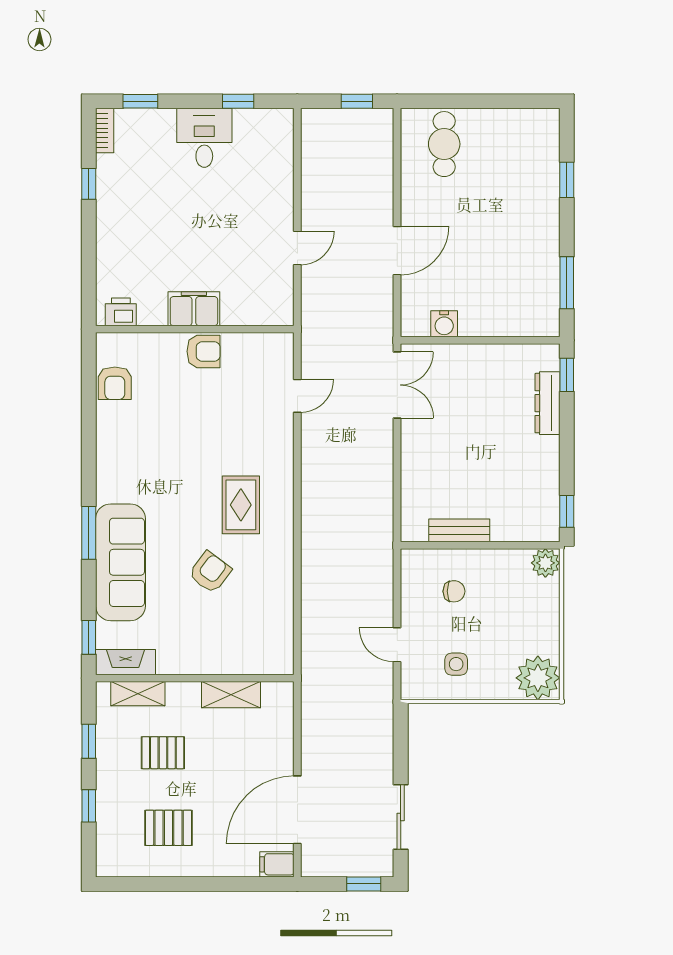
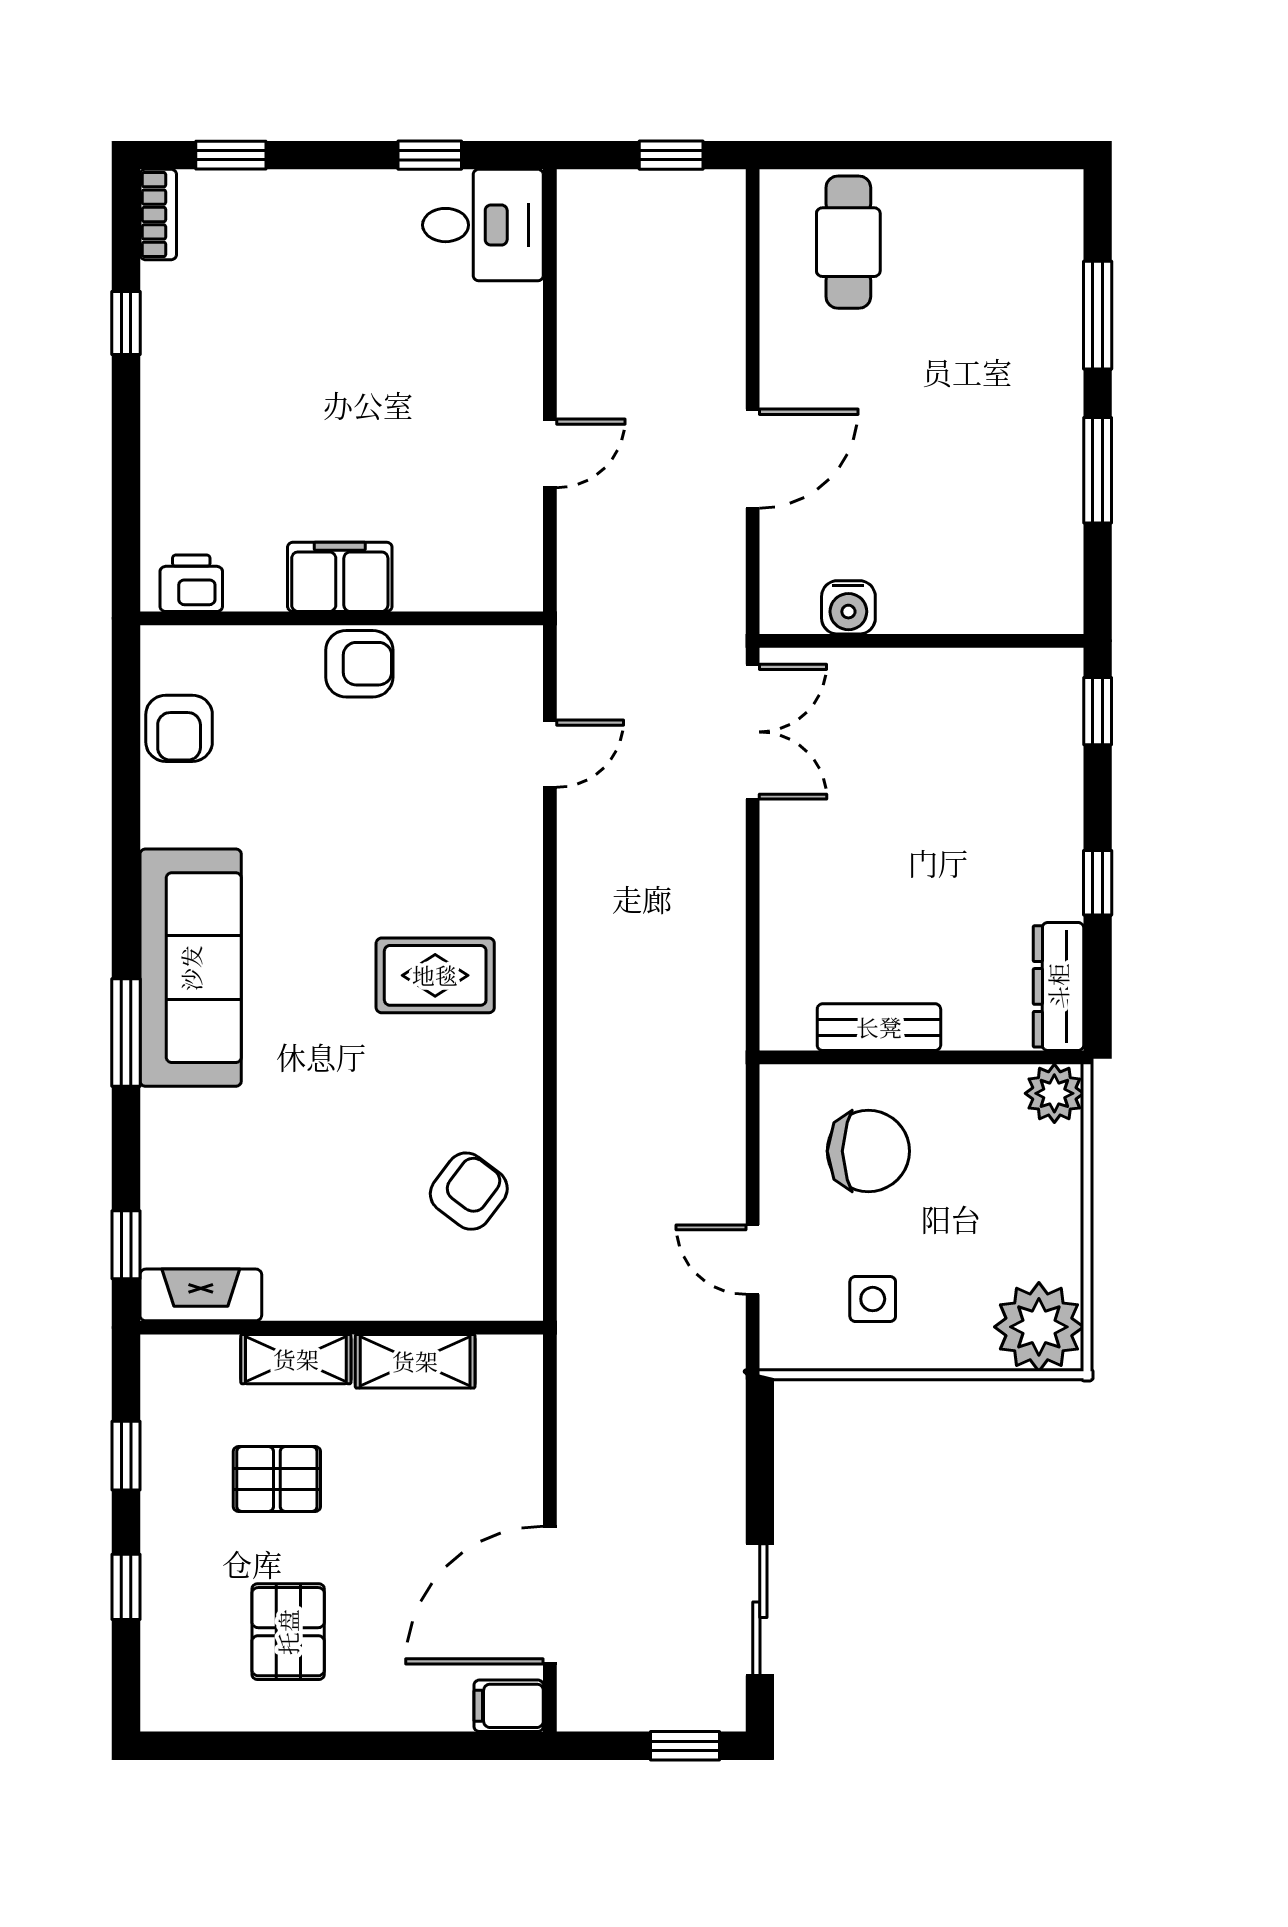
desk: (204, 138) -> (483, 225), moved, turned 90
window: (567, 180) -> (1098, 315), width x1.50
window: (567, 283) -> (1098, 470), moved
dresser: (548, 403) -> (1058, 986), moved
rug: (241, 505) -> (435, 975), turned 90
window: (567, 511) -> (1098, 883), moved
sofa: (120, 562) -> (191, 968), moved
armchair: (210, 572) -> (469, 1191), moved
chair: (454, 591) -> (868, 1151), width x1.87, depth x1.87
shelving: (138, 694) -> (296, 1359), moved
pallet: (168, 828) -> (288, 1632), turned 90

